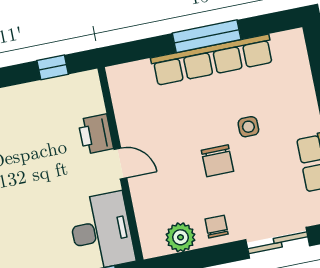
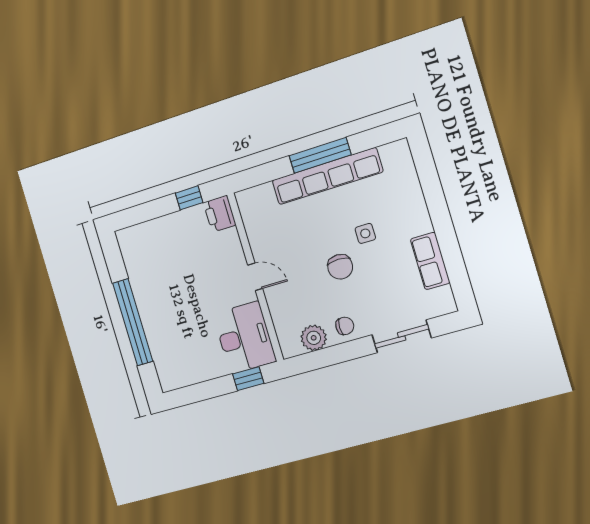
printer: (96, 134) -> (220, 214), moved
chair: (217, 227) -> (345, 326), turned 90

